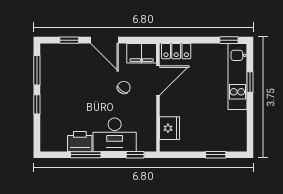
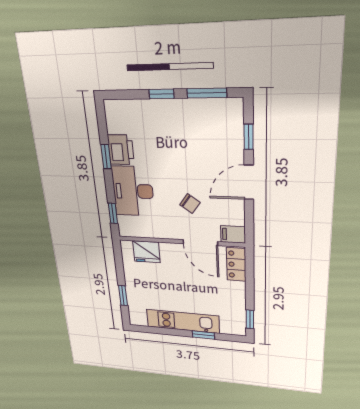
filing cabinet: (142, 53) -> (233, 234), width x0.50
kitchen unit: (237, 77) -> (183, 321), moved
window: (86, 155) -> (106, 157), width x0.67

